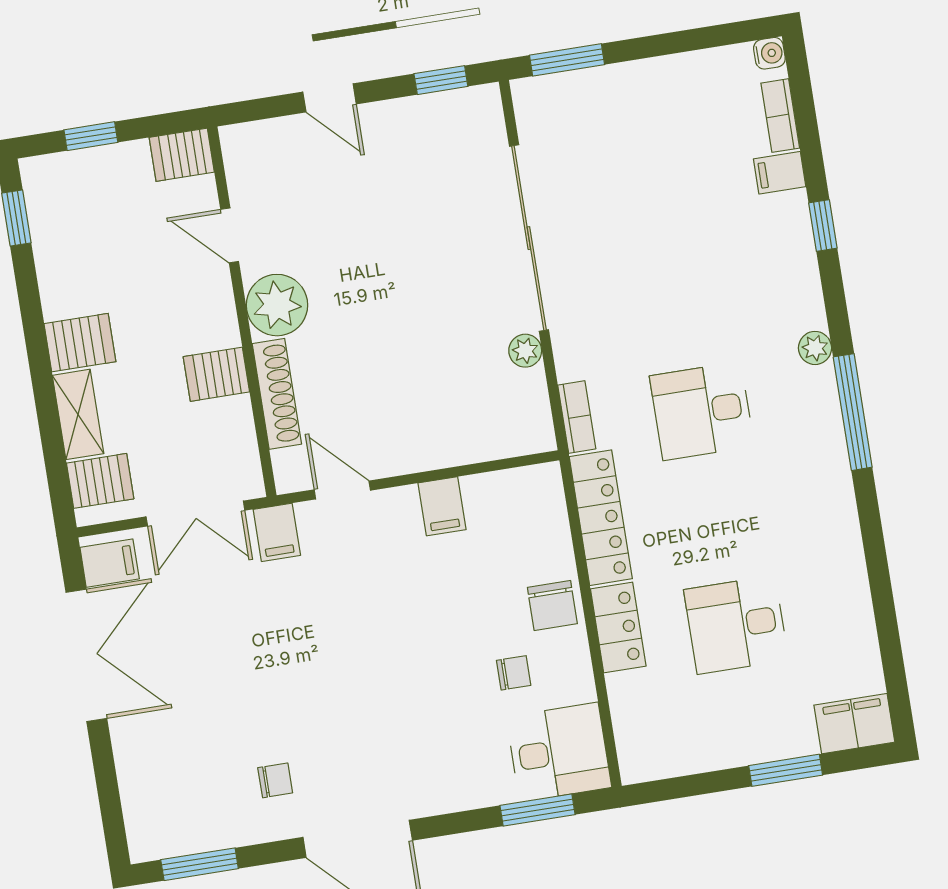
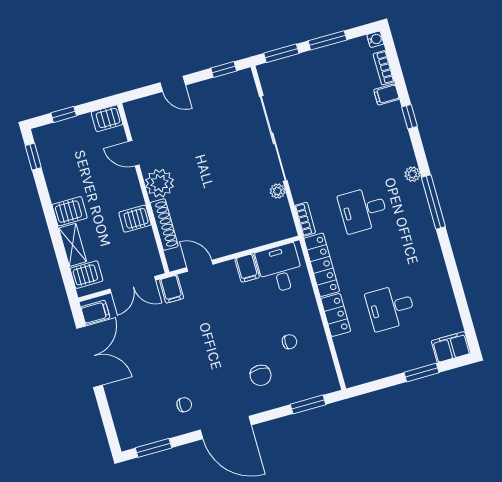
window: (668, 44) -> (327, 40), added
chair: (552, 606) -> (261, 375), moved
desk: (559, 752) -> (280, 268), moved, turned -90

